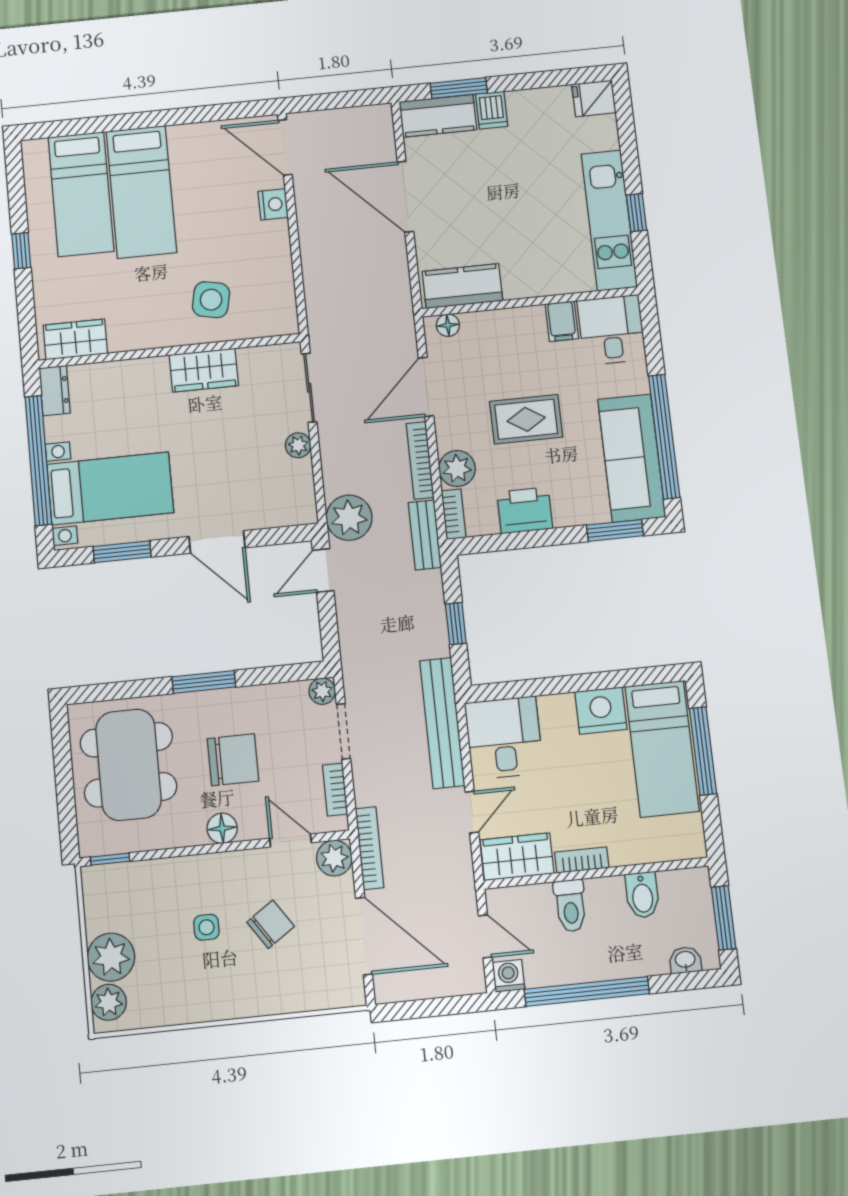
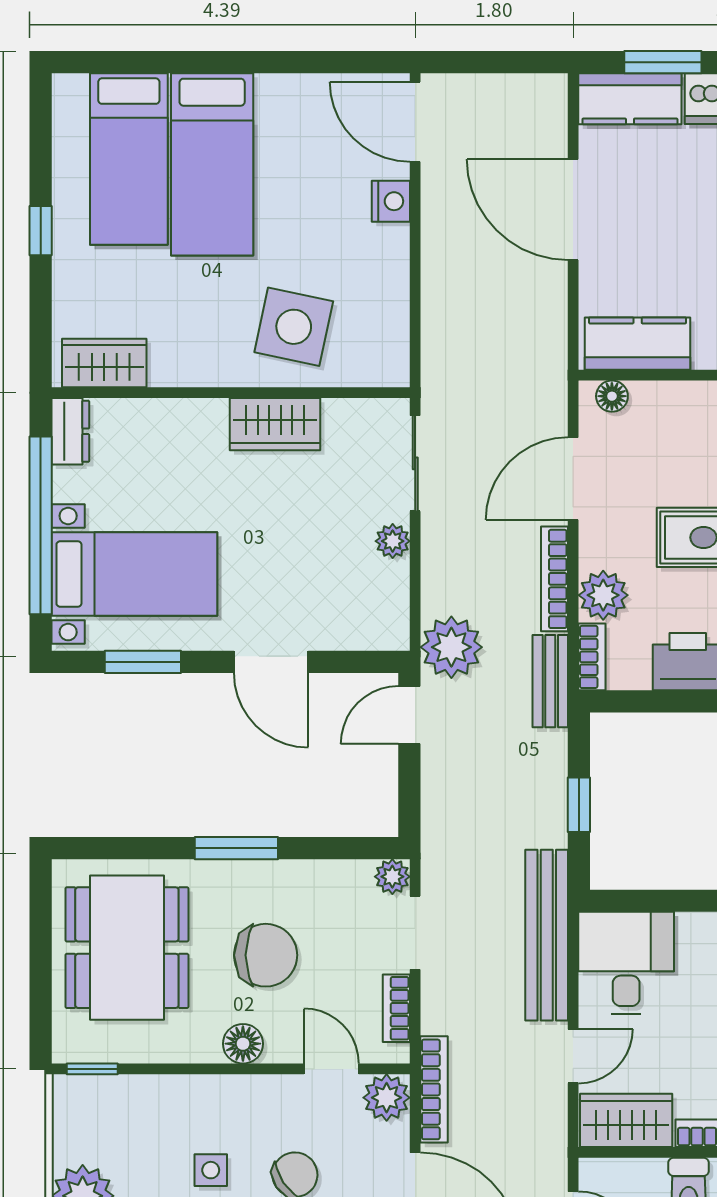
side table: (211, 300) -> (294, 327), width x1.37, depth x1.37

